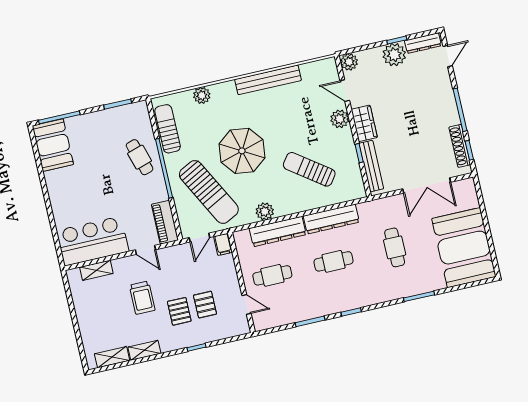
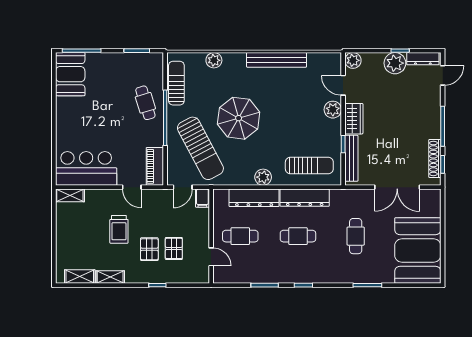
sun lounger: (309, 169) -> (309, 165), moved, turned 144
plant: (265, 211) -> (263, 177), moved
shelving: (96, 270) -> (70, 195), moved

